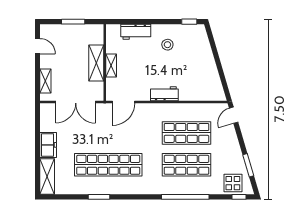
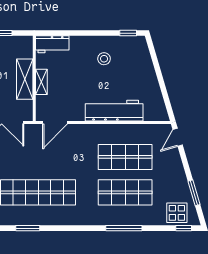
workbench: (136, 32) -> (52, 44), moved
workbench: (164, 94) -> (114, 111), width x1.88, depth x1.32
window: (185, 197) -> (124, 228), width x0.68

